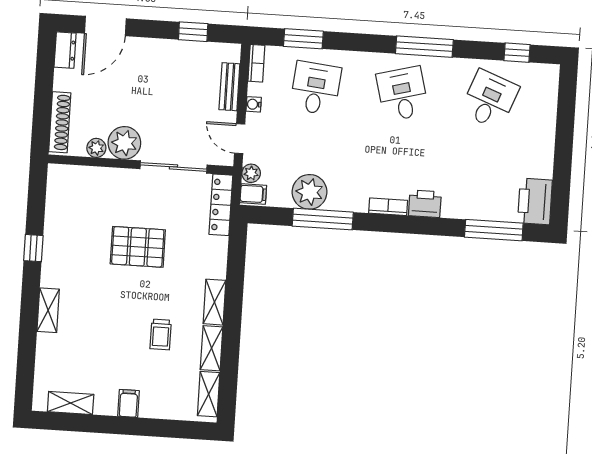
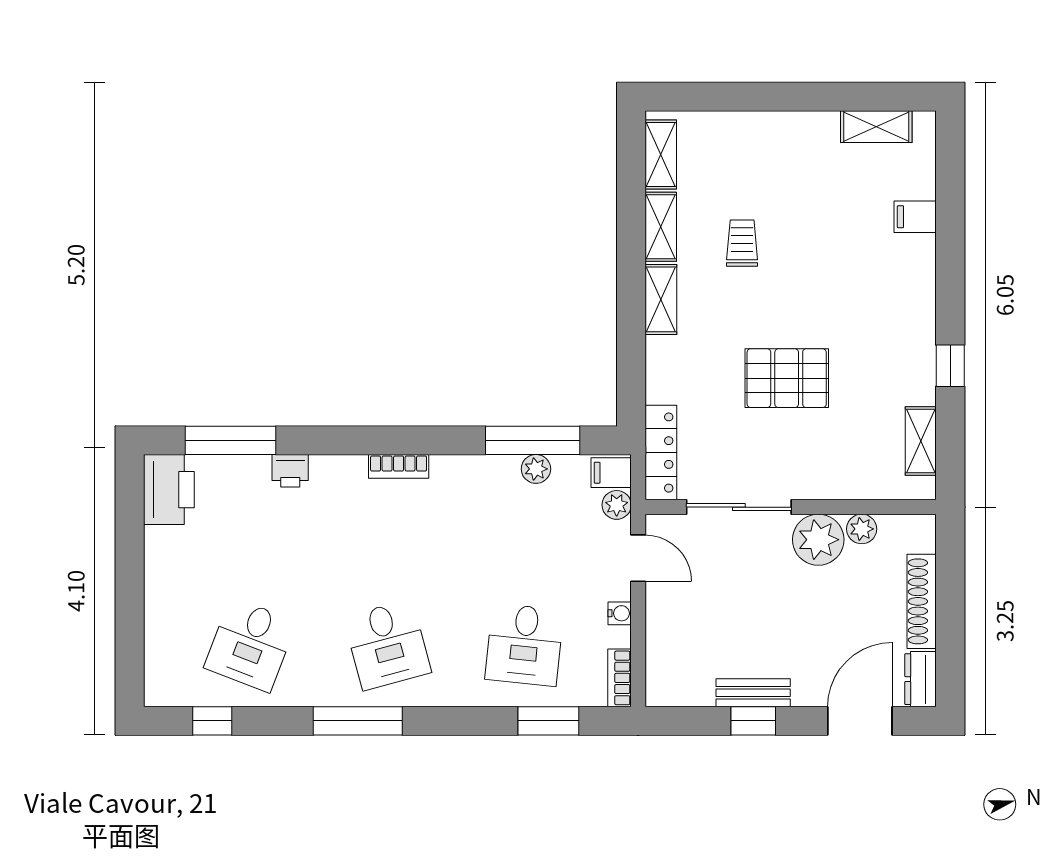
window: (193, 32) -> (753, 721), moved
bench: (229, 87) -> (753, 693), moved, turned 90
shoe rack: (60, 122) -> (922, 601), moved
plant: (309, 192) -> (536, 469), width x0.53, depth x0.53
printer: (425, 204) -> (290, 471), moved, width x0.73, depth x0.81
window: (323, 219) -> (533, 440), moved
shelving: (48, 310) -> (921, 441), moved
filing cabinet: (128, 403) -> (915, 217), moved, turned 90

